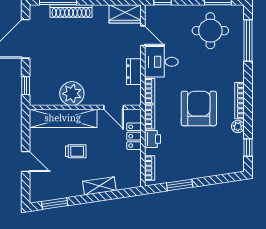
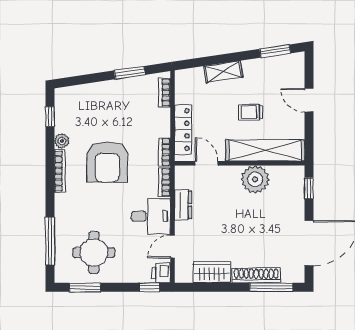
wardrobe: (125, 14) -> (212, 272), moved
door: (143, 36) -> (172, 247), hinge flipped
locker: (134, 136) -> (183, 130), width x1.53
printer: (153, 139) -> (161, 273), moved

